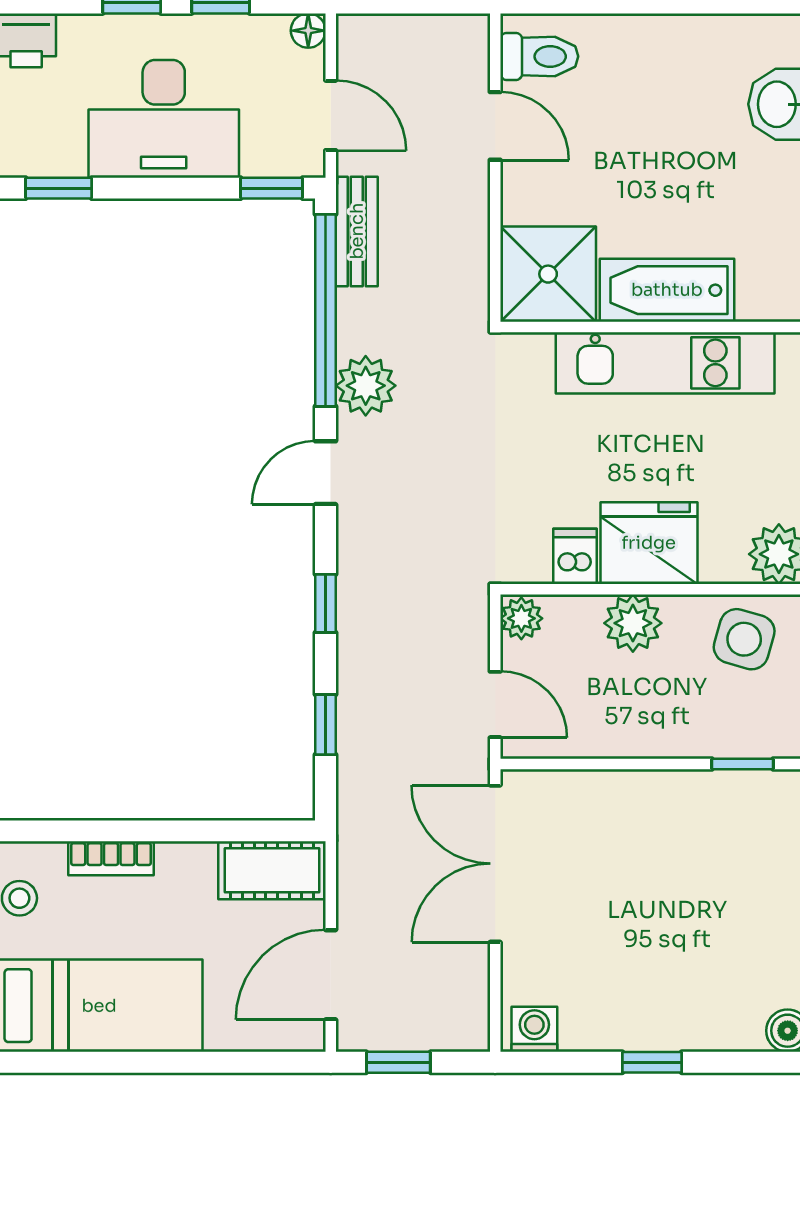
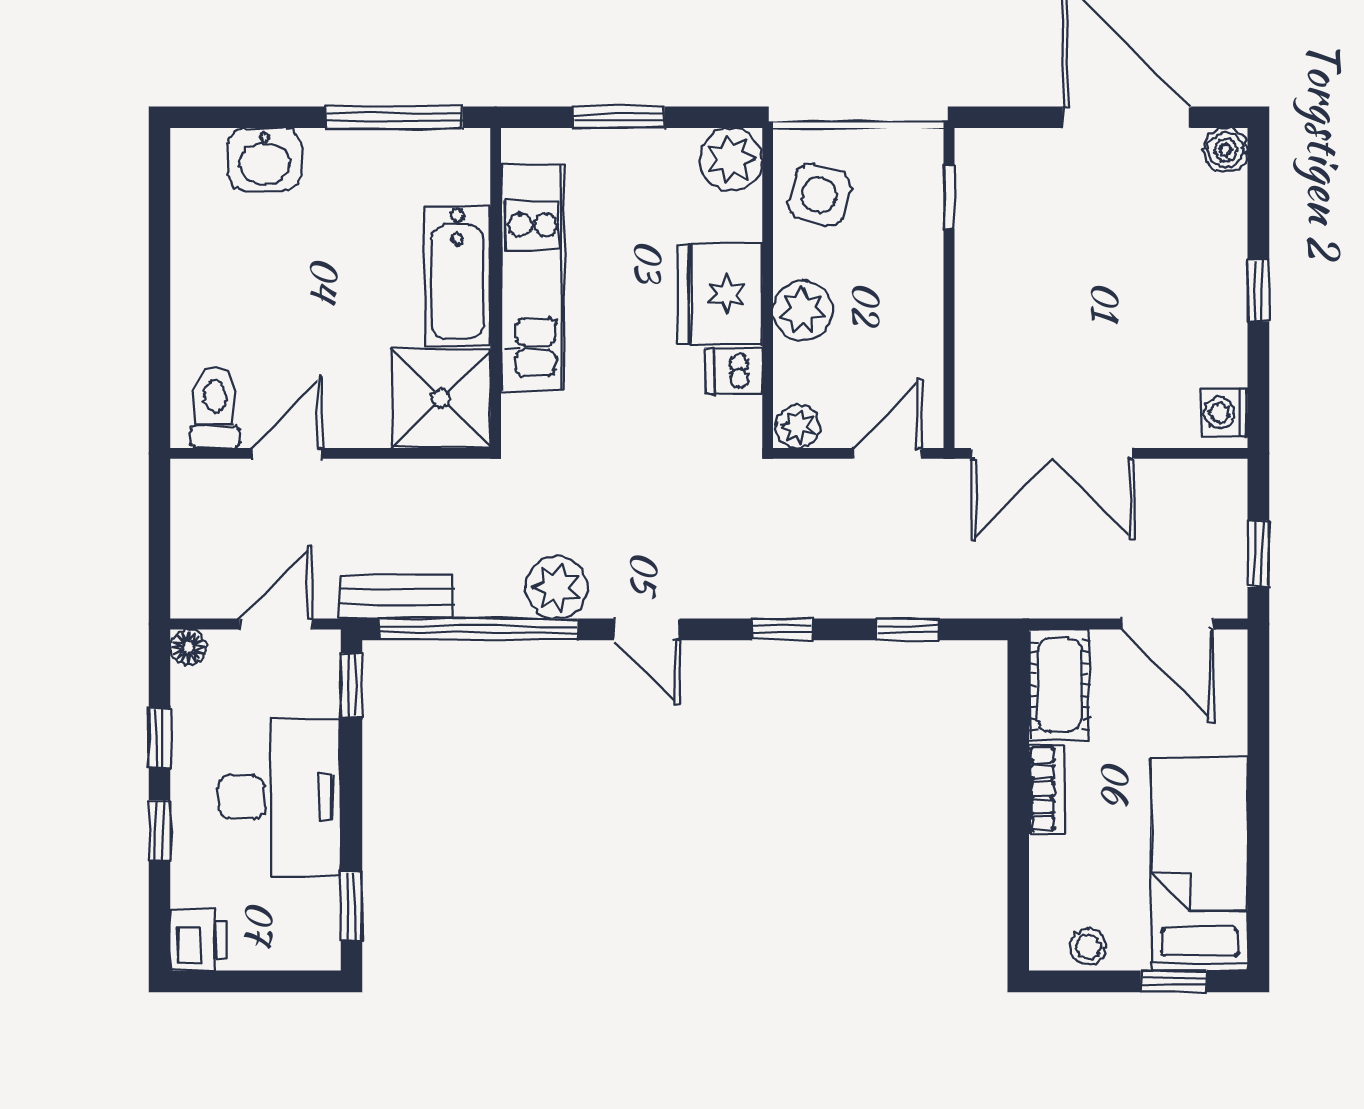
bookcase: (111, 858) -> (1047, 789), moved

